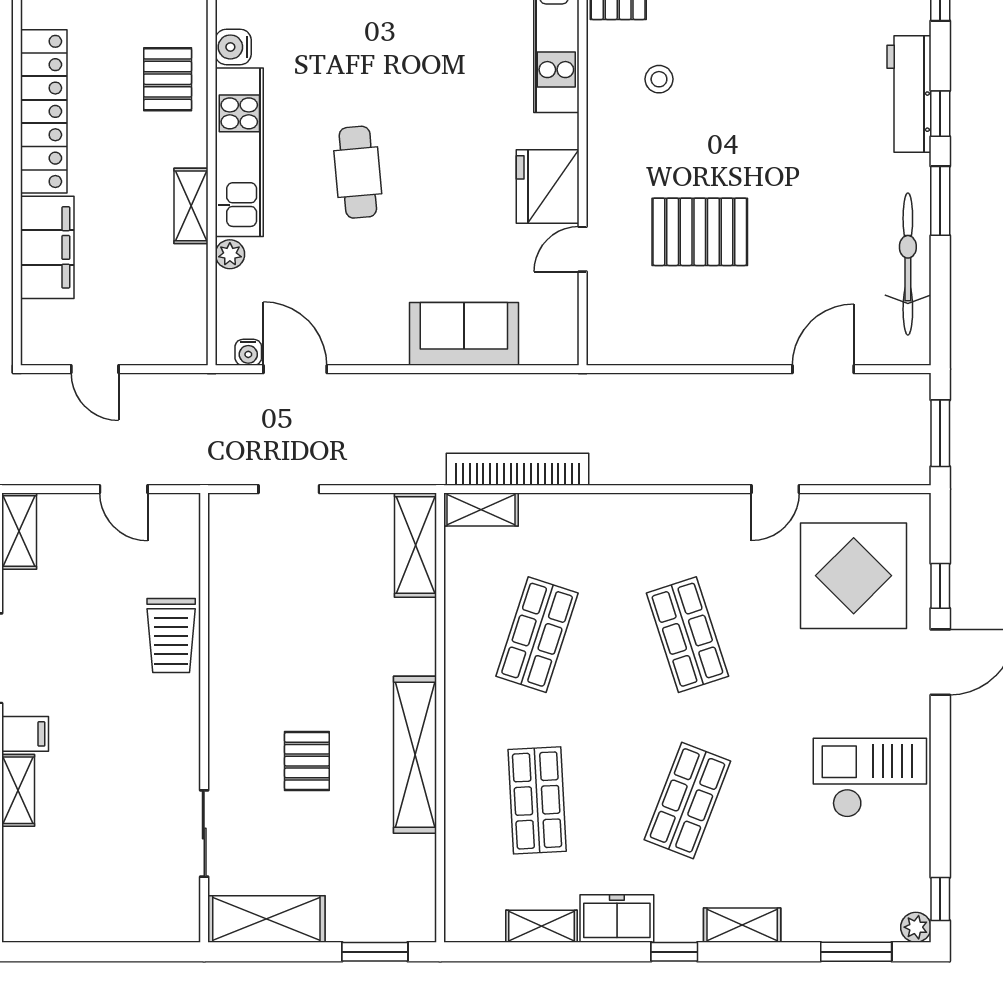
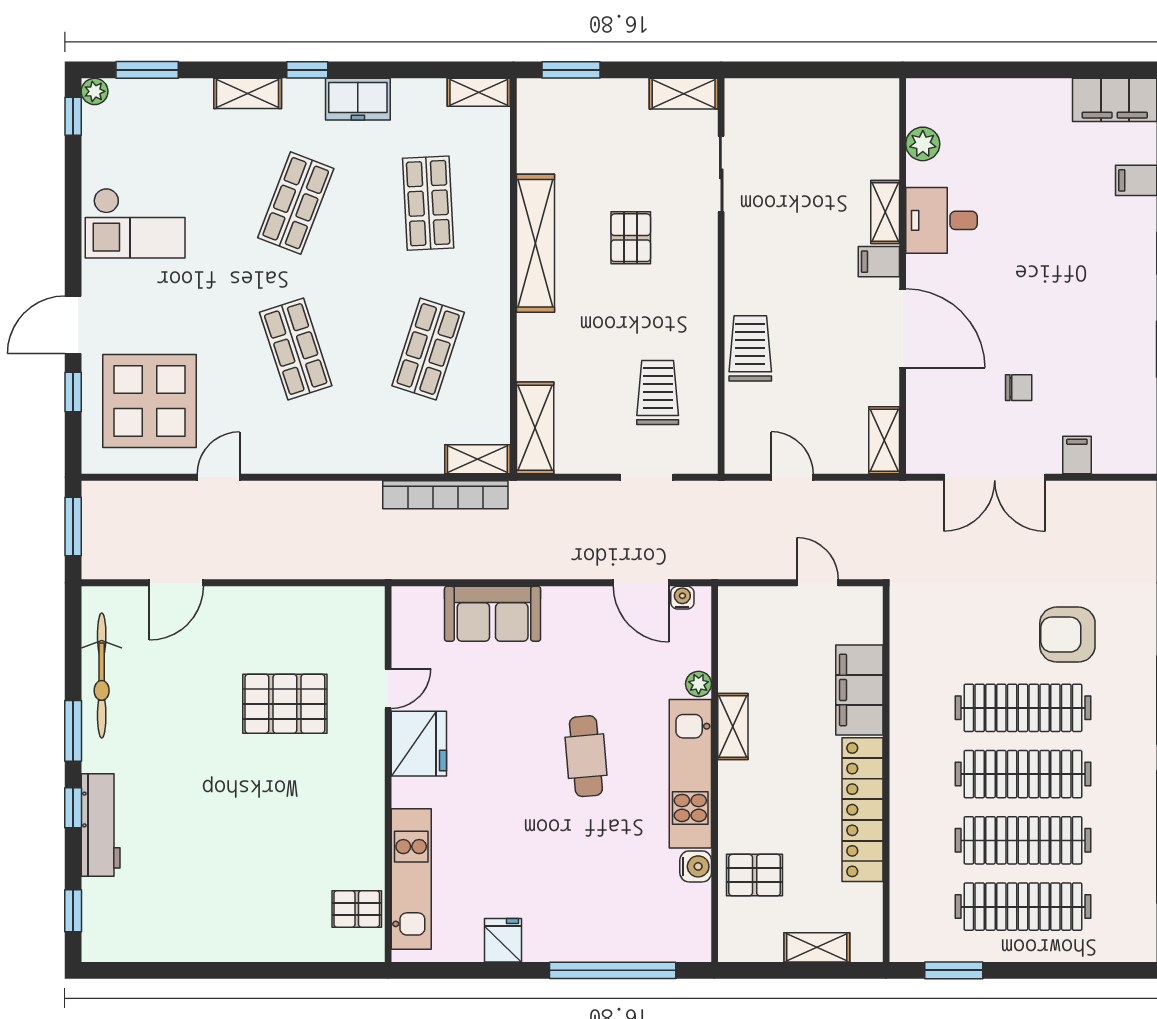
pallet: (168, 79) -> (755, 875), moved, turned 90
stool: (659, 79) -> (321, 838), removed
trolley: (276, 585) -> (658, 392), added
shelving: (266, 919) -> (684, 94), width x0.67, depth x0.75
shelving: (542, 926) -> (479, 92), moved

